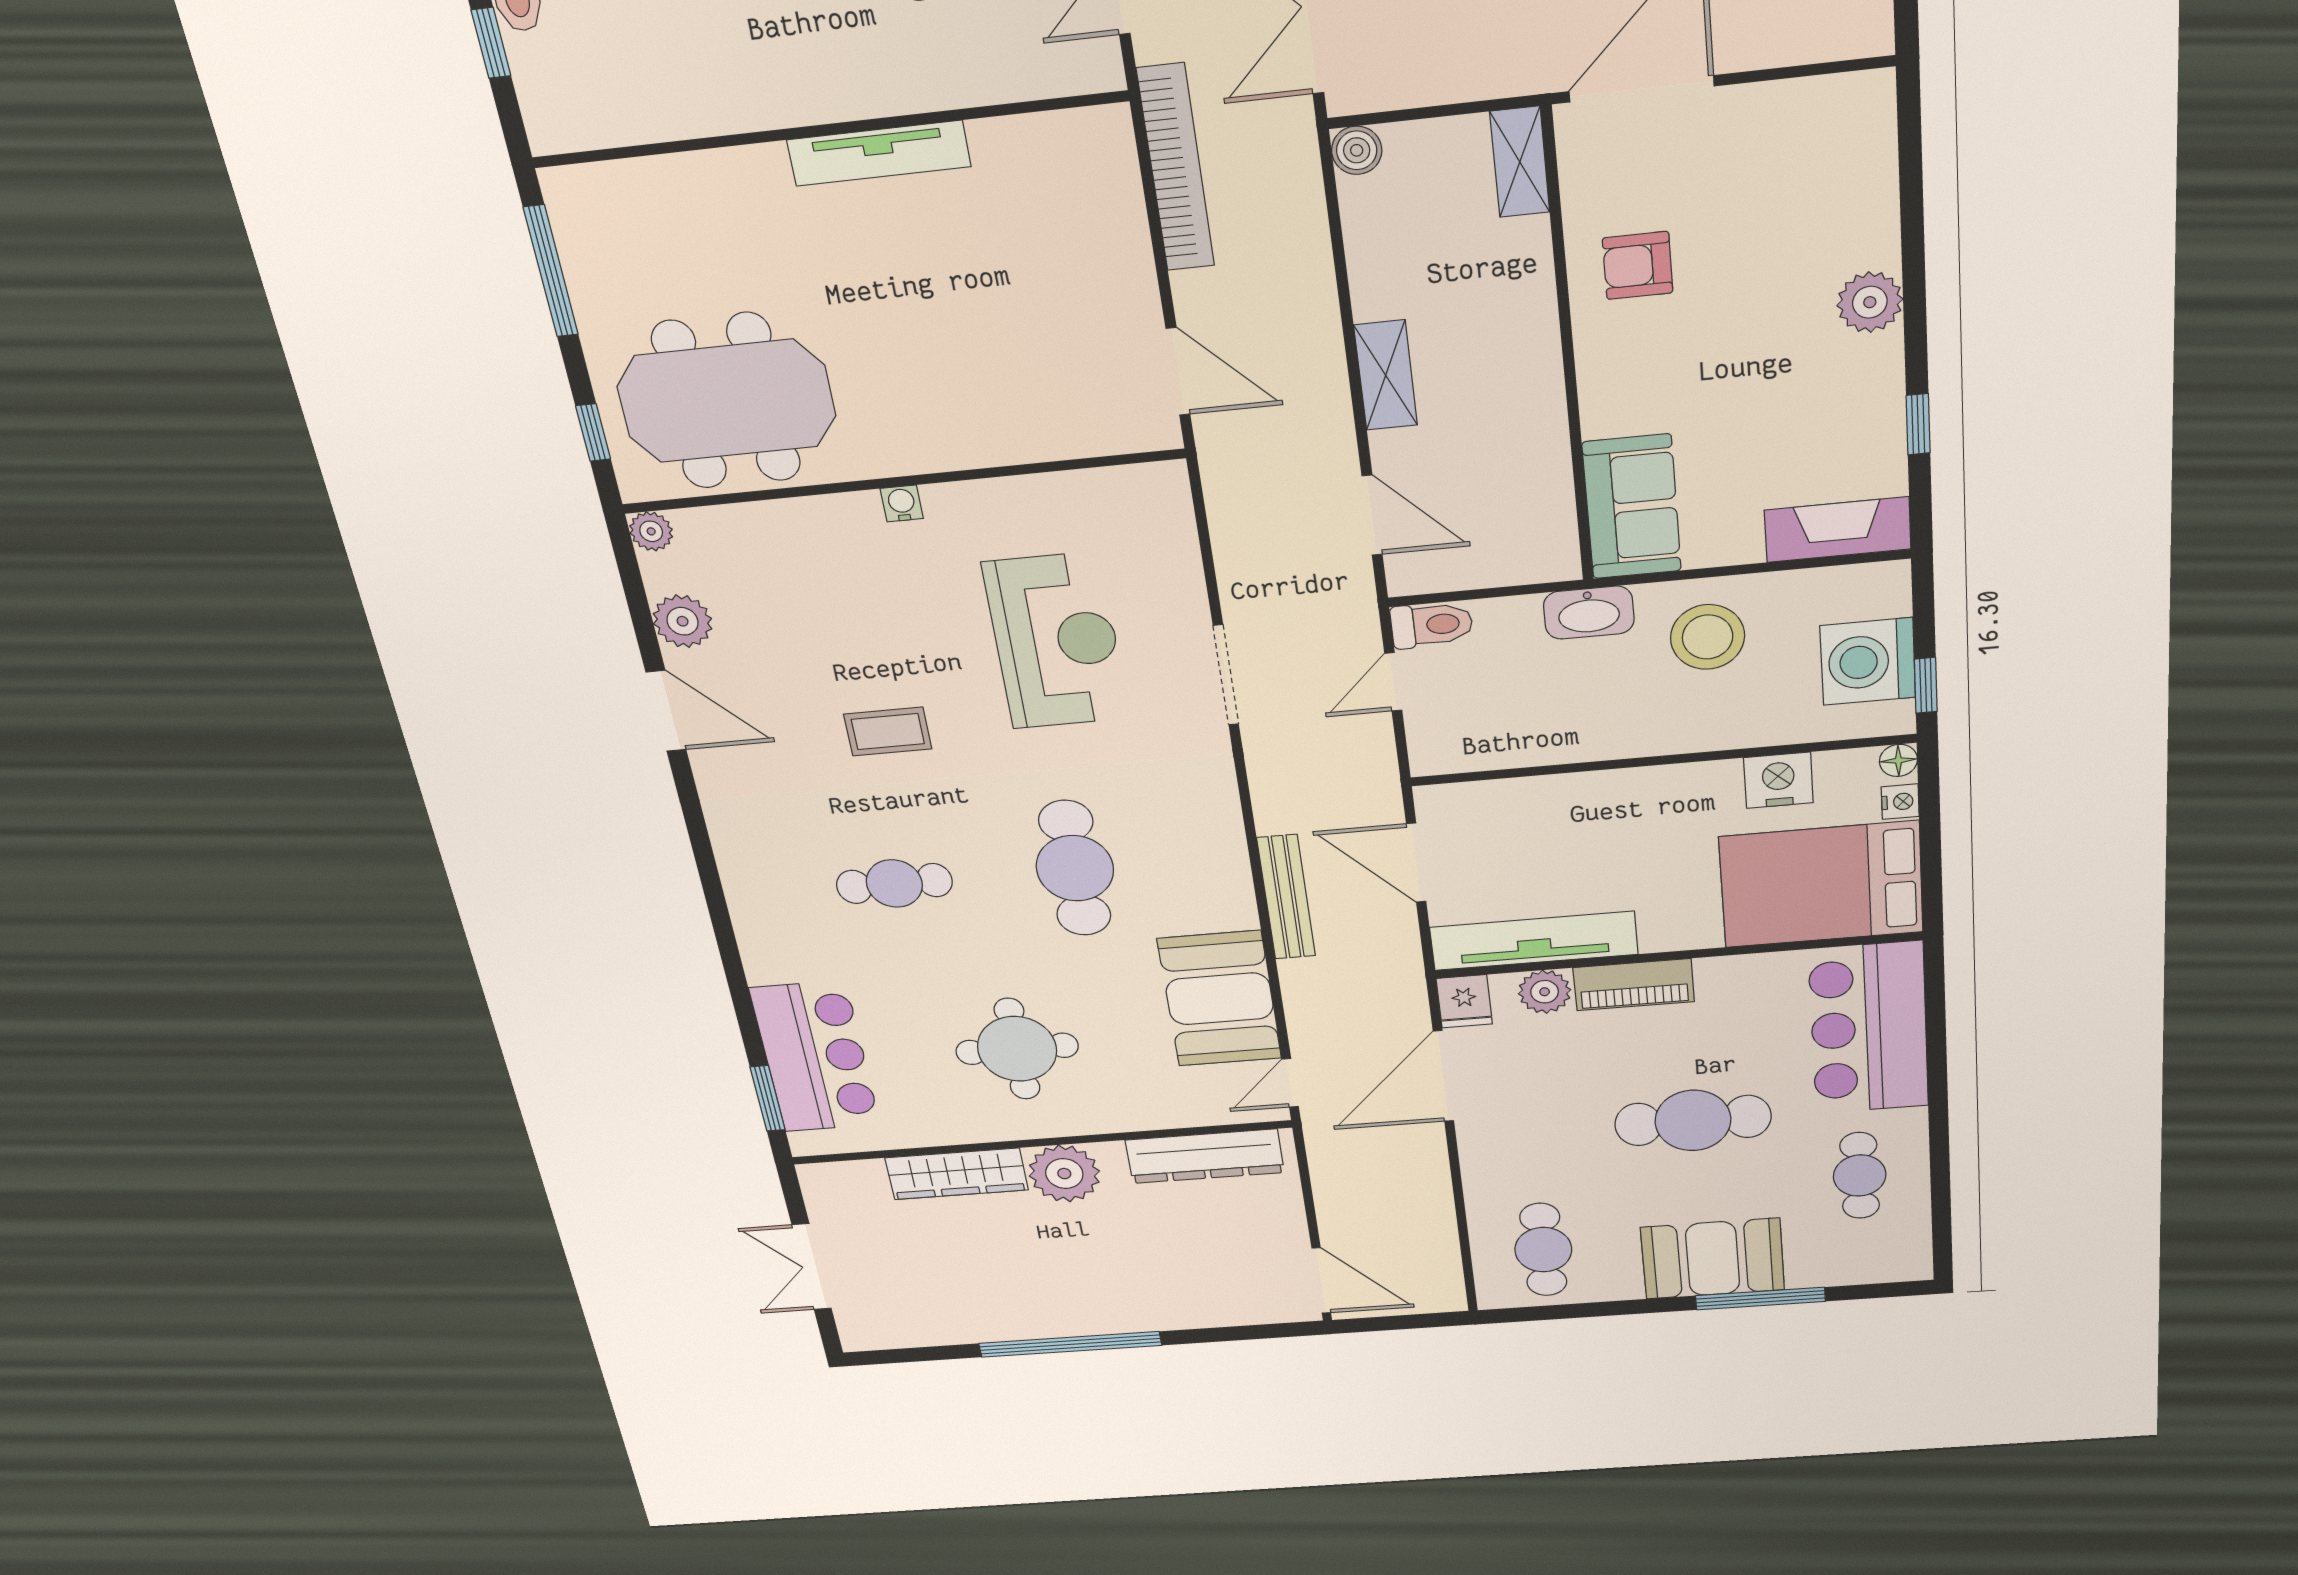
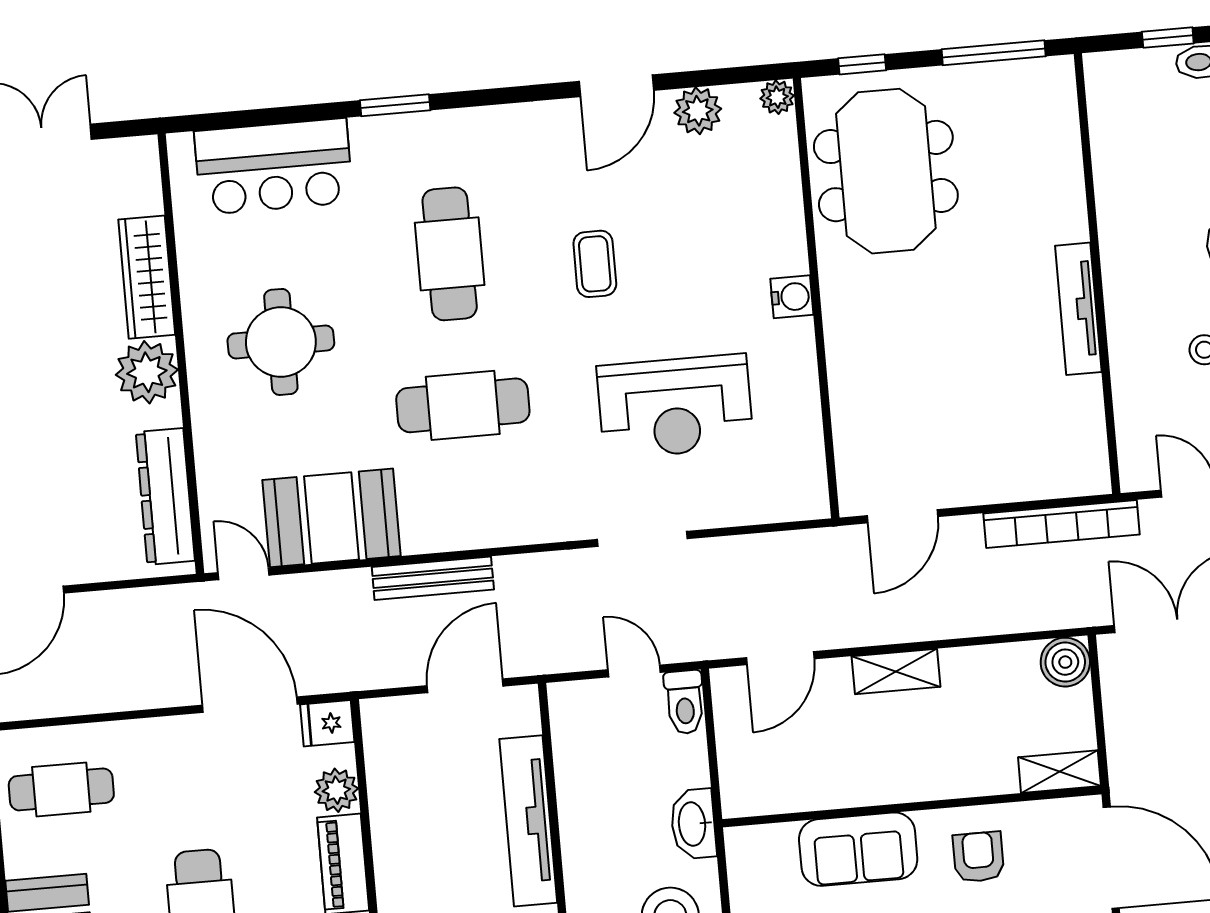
boiler: (1357, 150) -> (1065, 662), width x1.36, depth x1.36
water cooler: (902, 503) -> (792, 297), width x1.38, depth x1.38
sofa: (1632, 507) -> (858, 849), moved
cafe table: (894, 883) -> (450, 254), width x1.37, depth x1.35
tv unit: (1534, 941) -> (528, 821), moved, turned 180
window: (768, 1098) -> (395, 105), moved

